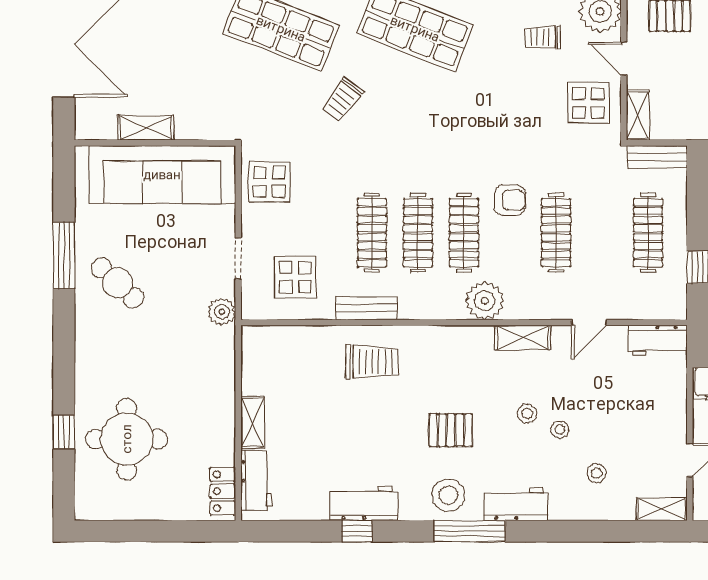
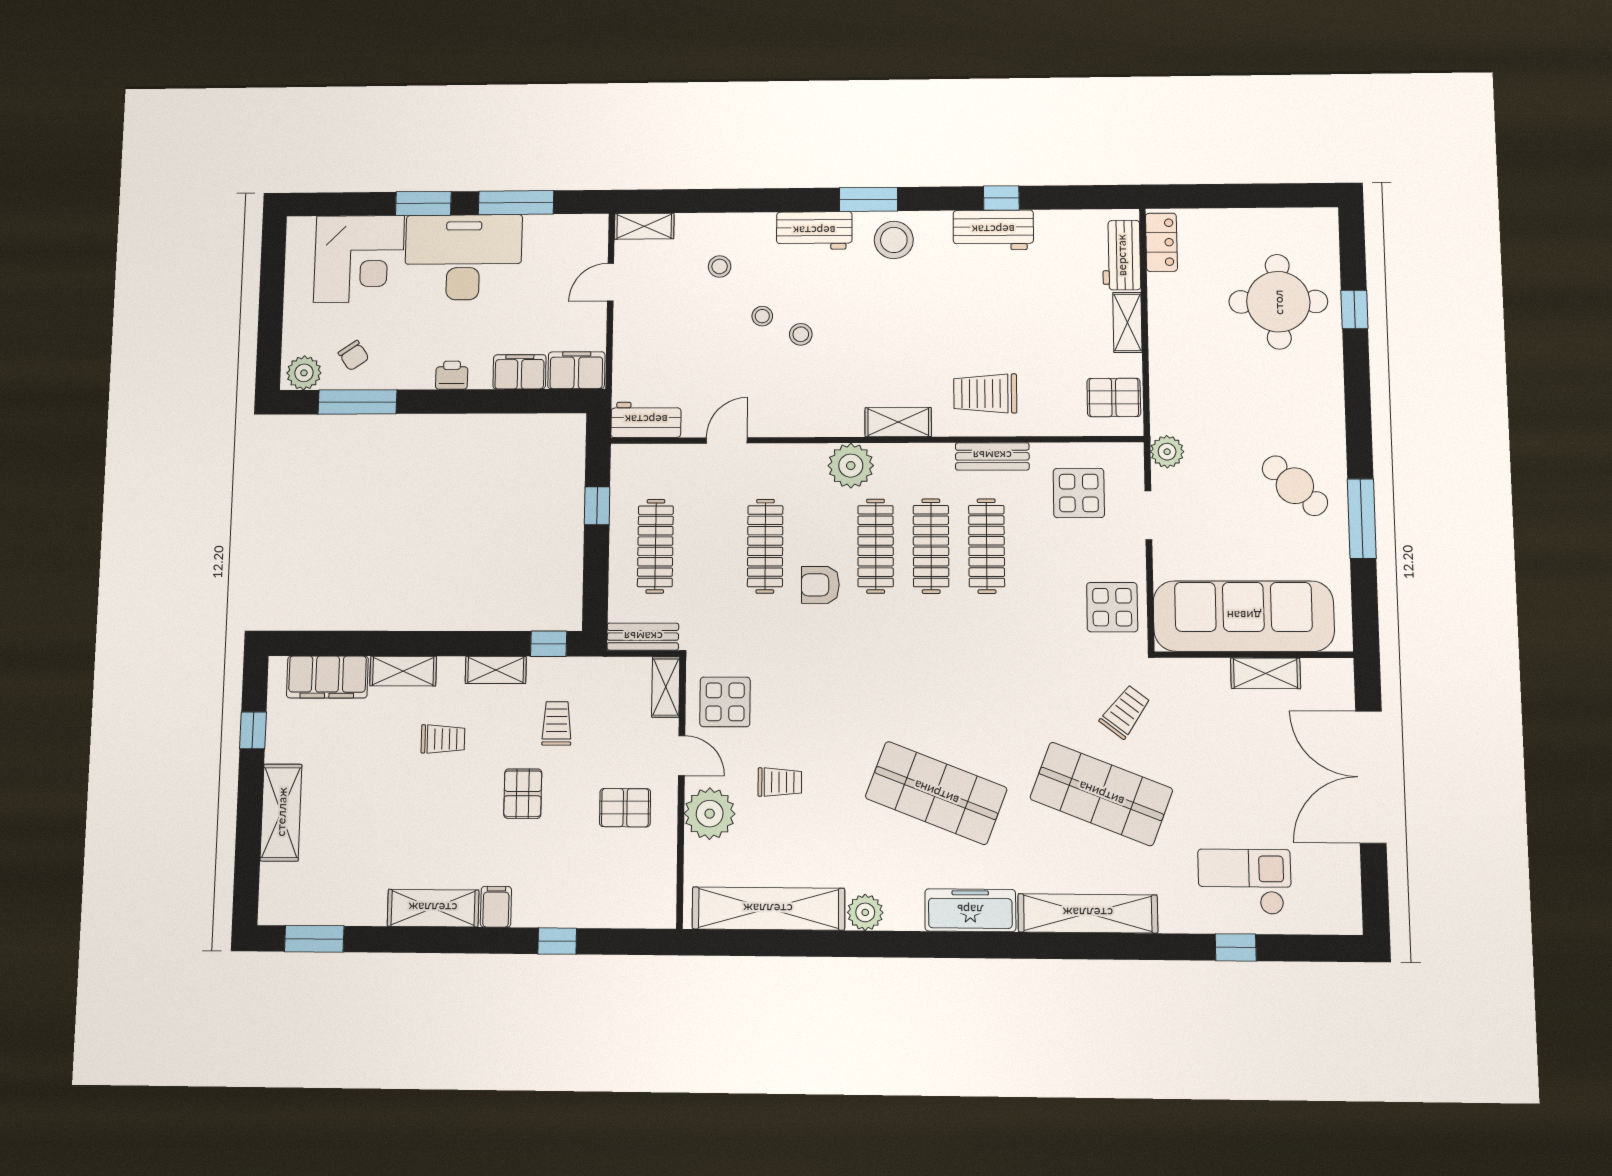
trolley: (343, 99) -> (1125, 712), moved
shelving: (523, 338) -> (898, 422), moved
pallet: (451, 430) -> (1114, 397), moved
window: (470, 531) -> (869, 199), width x0.69

